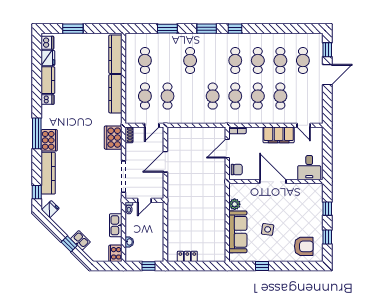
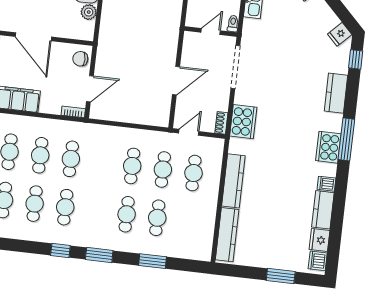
cafe table: (145, 61) -> (157, 218), moved
cafe table: (213, 96) -> (132, 166), moved
cooker: (49, 140) -> (328, 147), moved
kitchen counter: (48, 173) -> (336, 93), width x0.67

